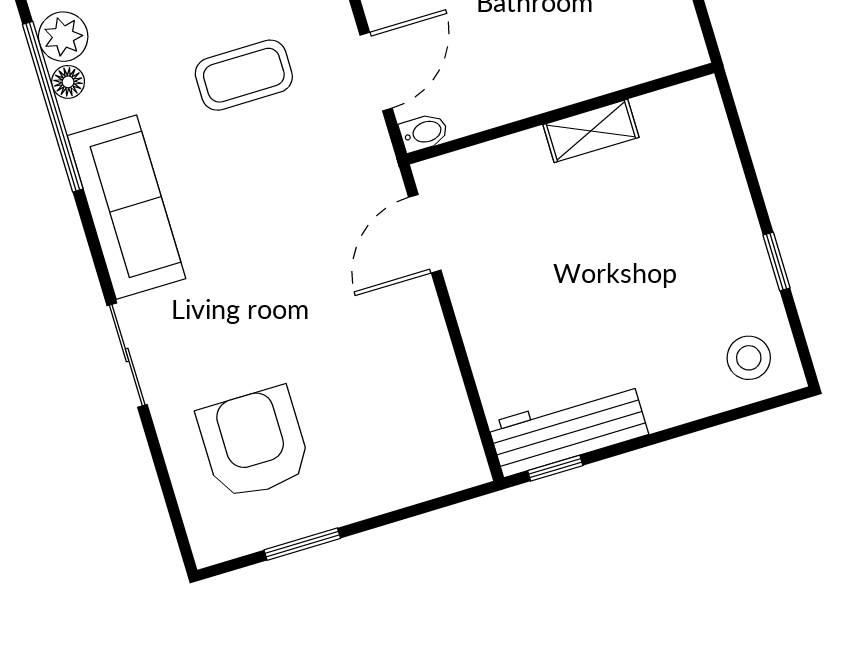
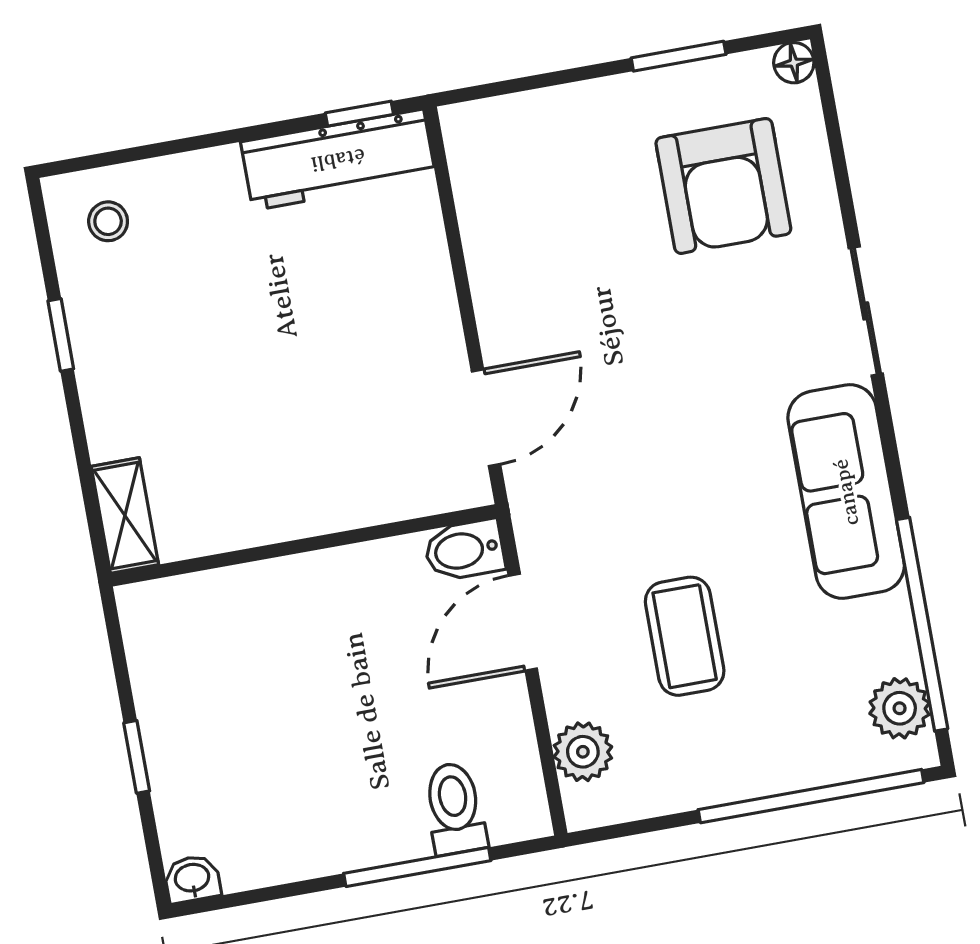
coffee table: (244, 75) -> (685, 636), turned 90
floor lamp: (68, 82) -> (794, 63), moved
shelving: (591, 131) -> (125, 515), moved, turned 90
bidet: (424, 133) -> (464, 550), width x1.38, depth x1.36
stool: (749, 358) -> (108, 221), width x0.73, depth x0.73

